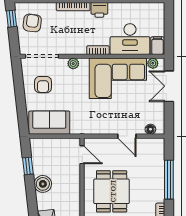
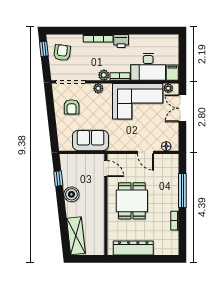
plant: (80, 48) -> (104, 75), added
sofa: (49, 123) -> (90, 140), moved

